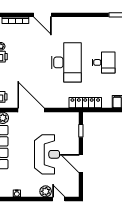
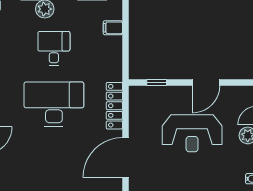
locker: (85, 103) -> (114, 106), moved
reception desk: (47, 154) -> (192, 133), turned 180

